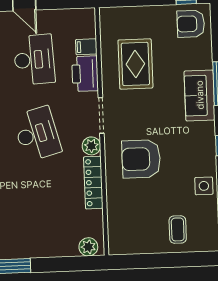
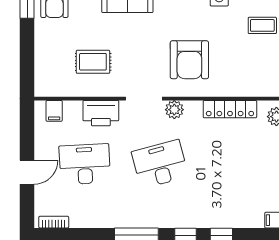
filing cabinet: (86, 47) -> (54, 111), moved
rug: (135, 64) -> (93, 62), width x0.73, depth x0.70
locker: (93, 183) -> (230, 109), moved

